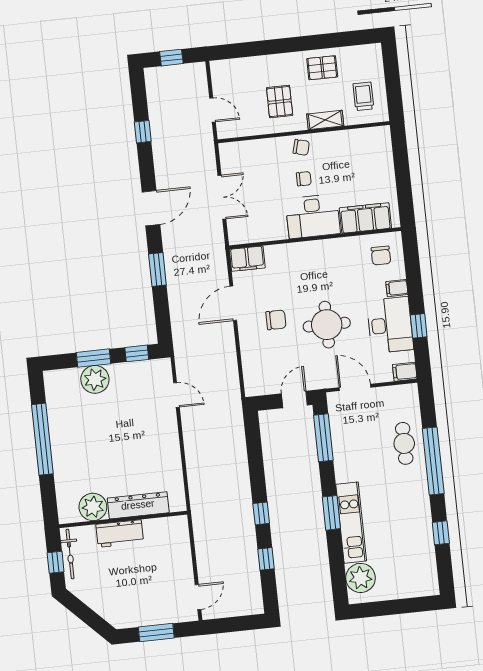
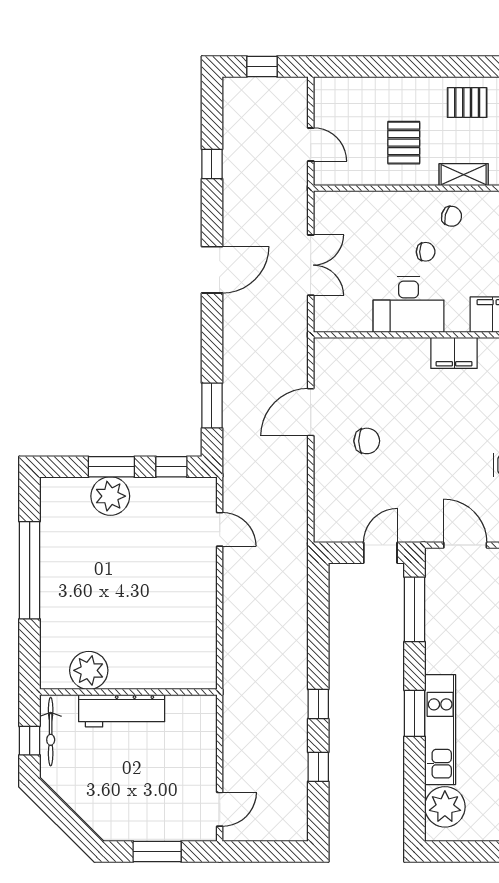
chair: (301, 147) -> (452, 216), moved
desk: (313, 216) -> (408, 305), moved
filing cabinet: (247, 259) -> (454, 353), moved
window: (157, 270) -> (212, 406), moved
round table: (327, 325) -> (436, 455), removed
dresser: (138, 505) -> (151, 675), removed
workbench: (120, 534) -> (122, 711), width x1.38

